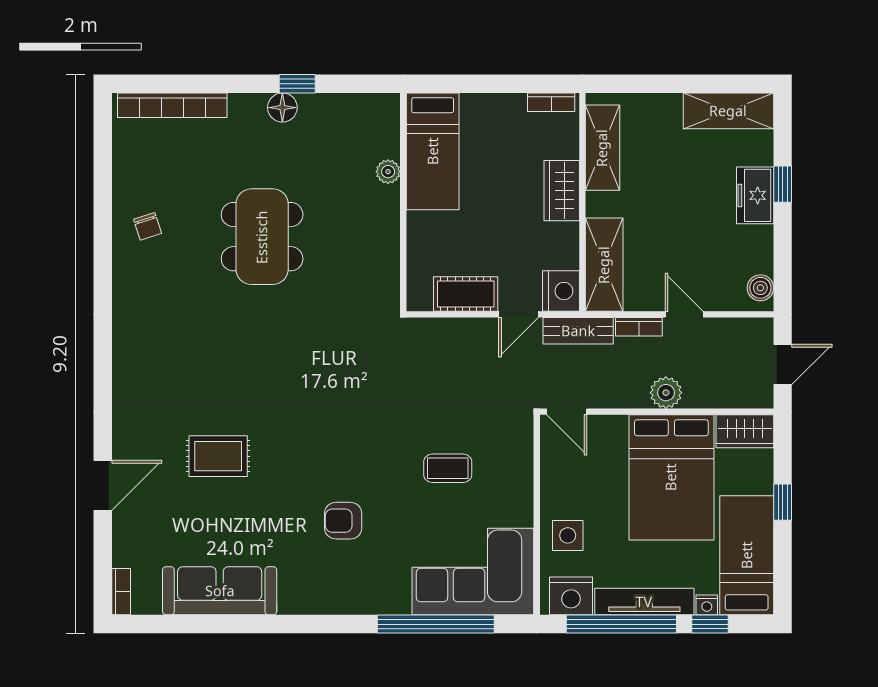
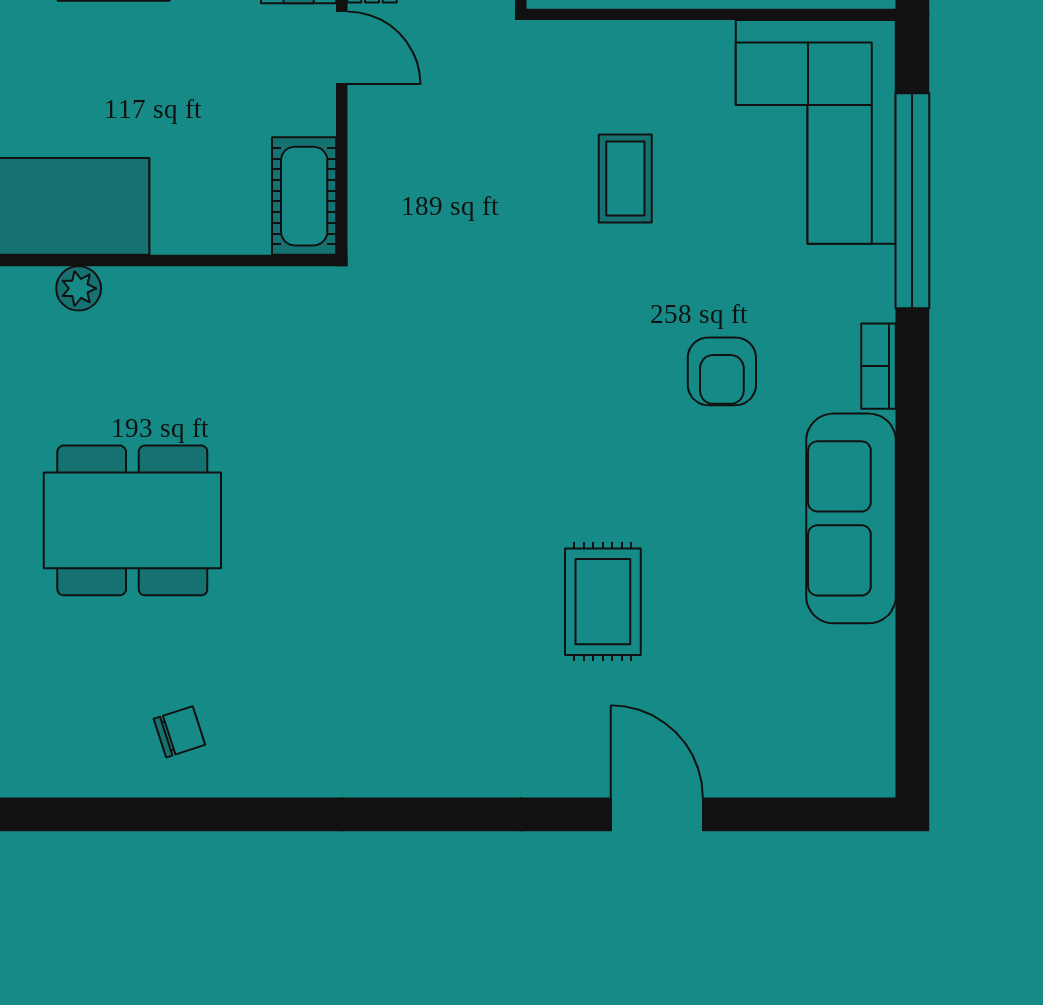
dining table: (262, 237) -> (132, 520), moved
cot: (466, 294) -> (304, 196), moved
sofa: (220, 591) -> (851, 518), moved
bookcase: (121, 592) -> (878, 366), moved, turned -90

